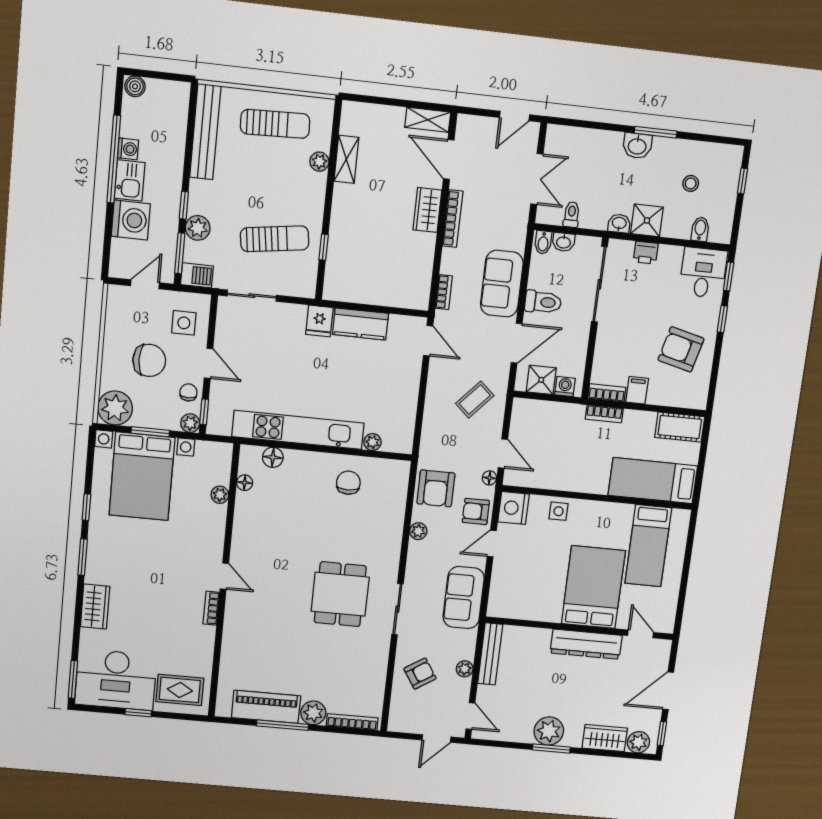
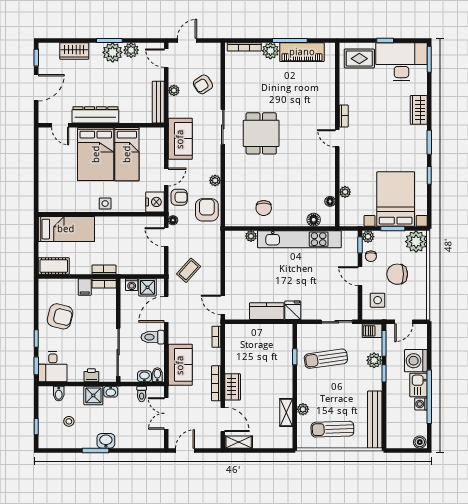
sofa: (502, 284) -> (180, 365), moved
side table: (559, 511) -> (105, 204), moved
bed: (648, 546) -> (127, 154), moved, turned 180
plant: (638, 742) -> (131, 50), moved

